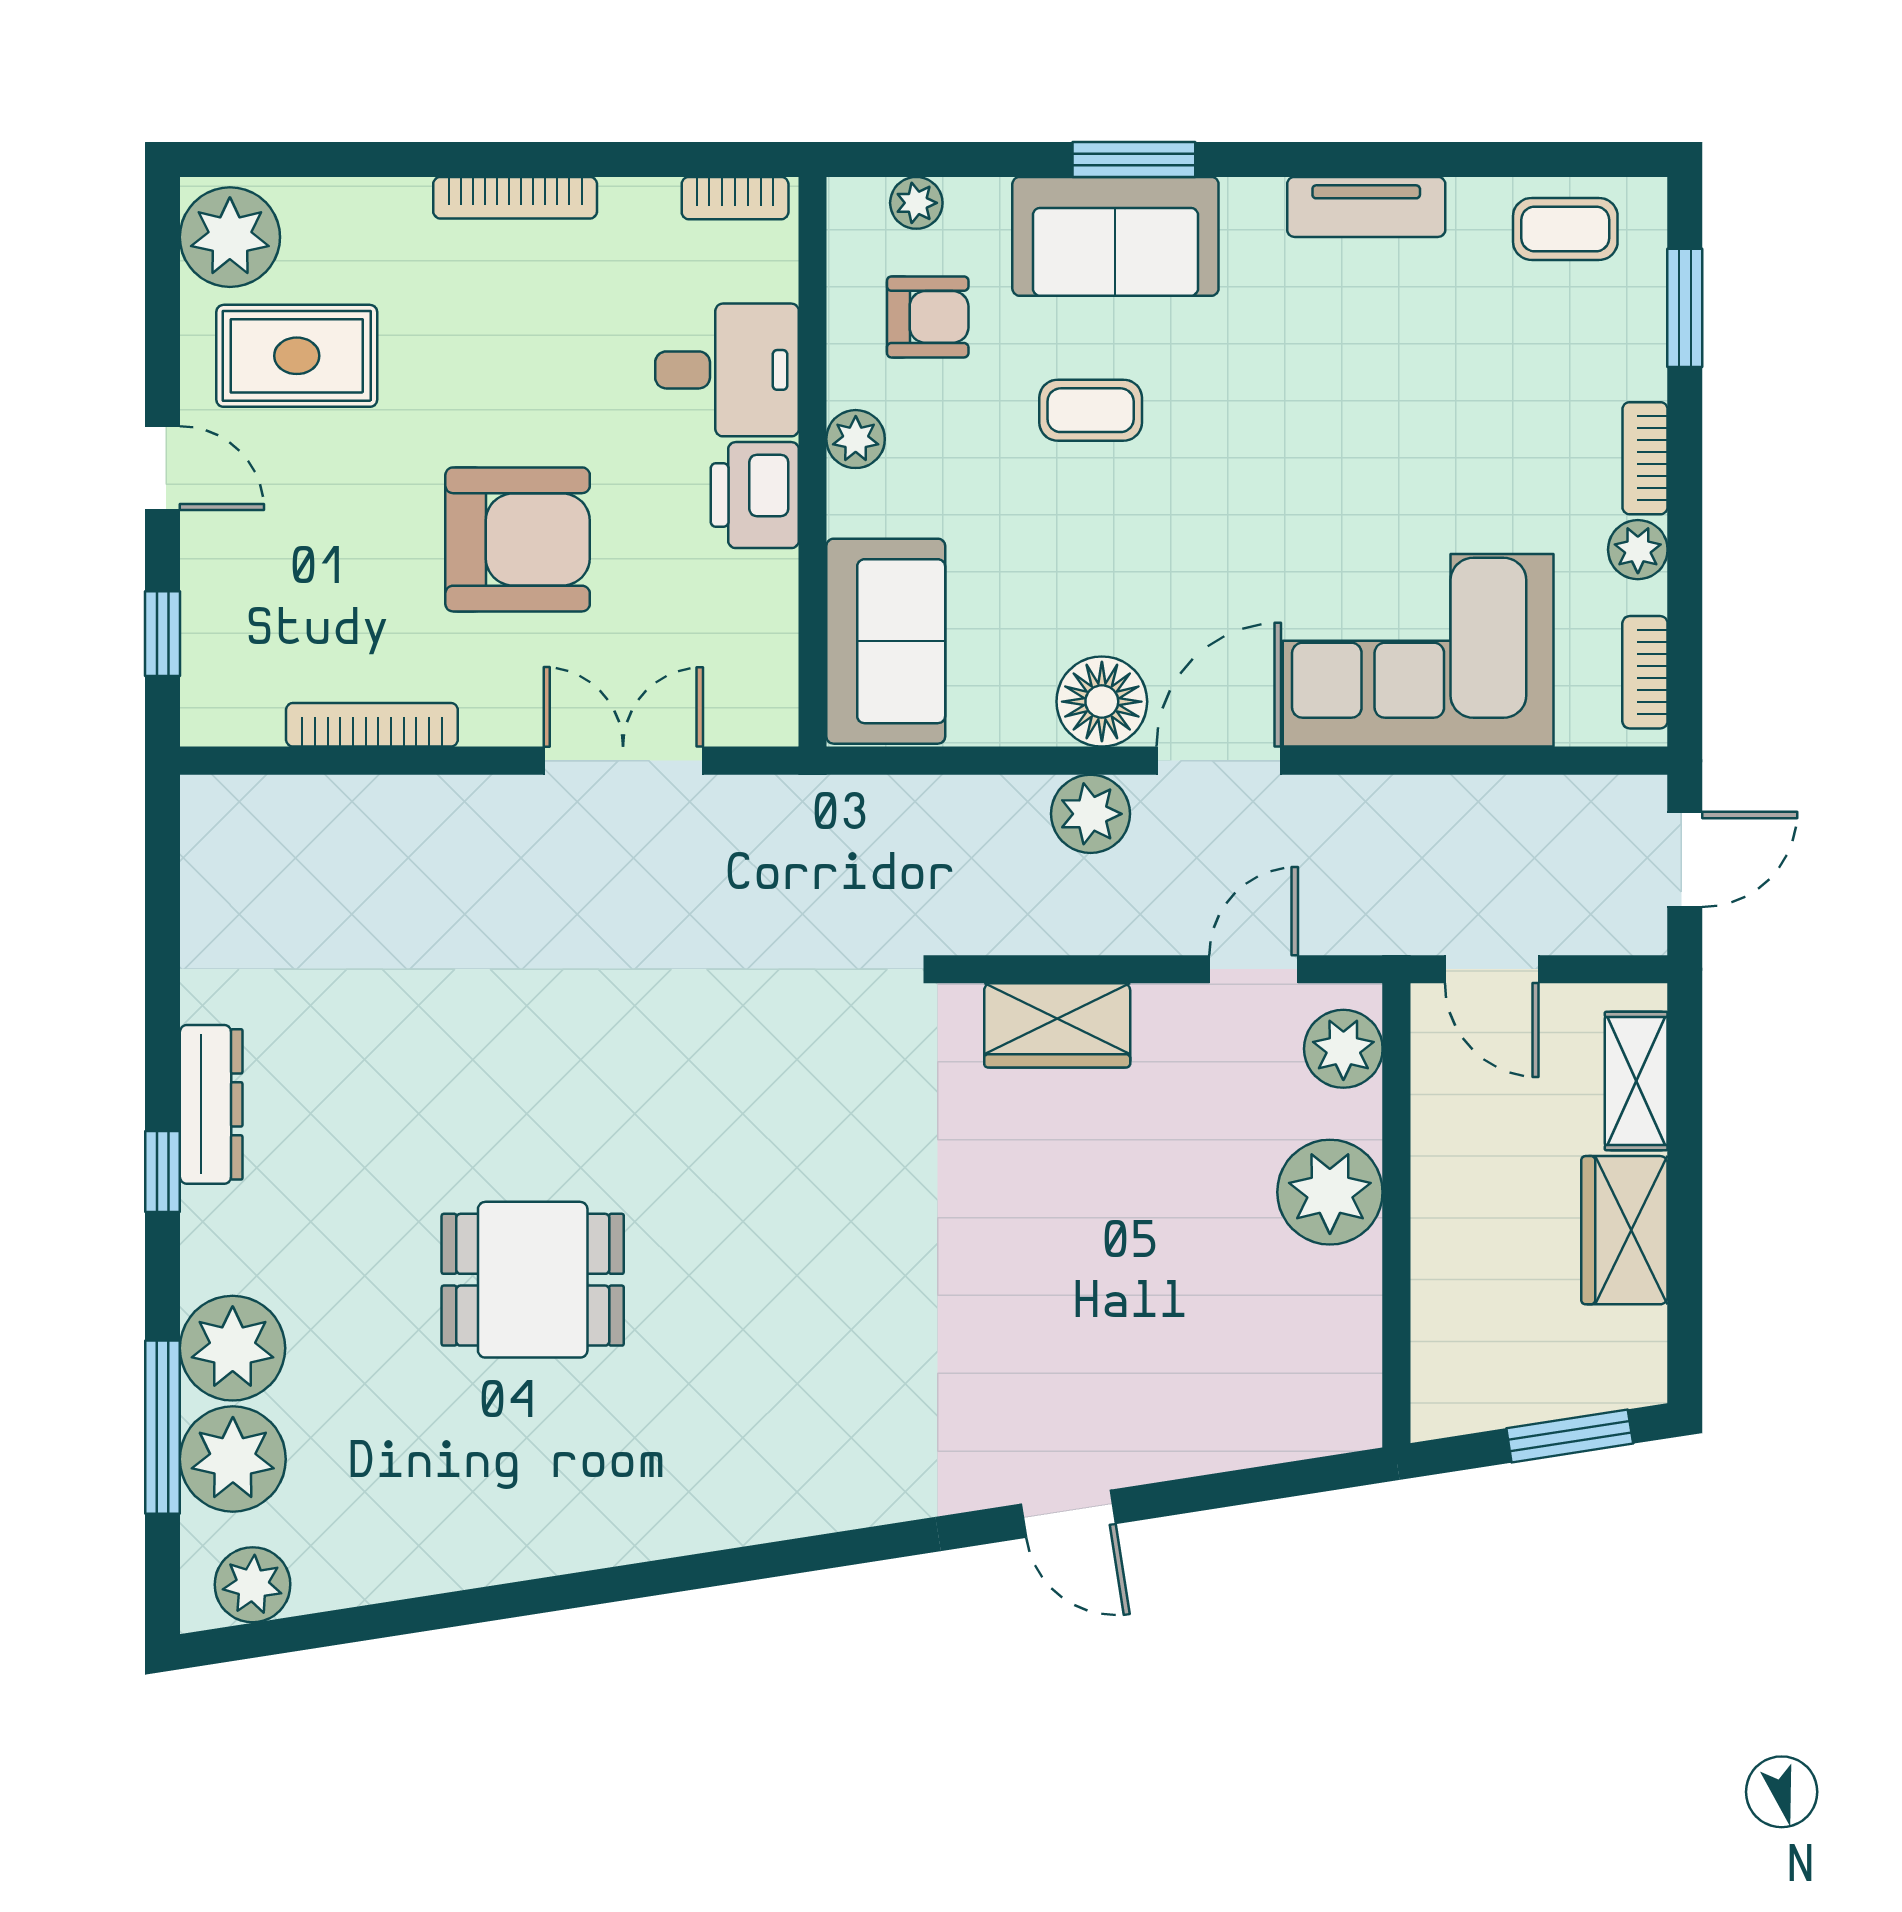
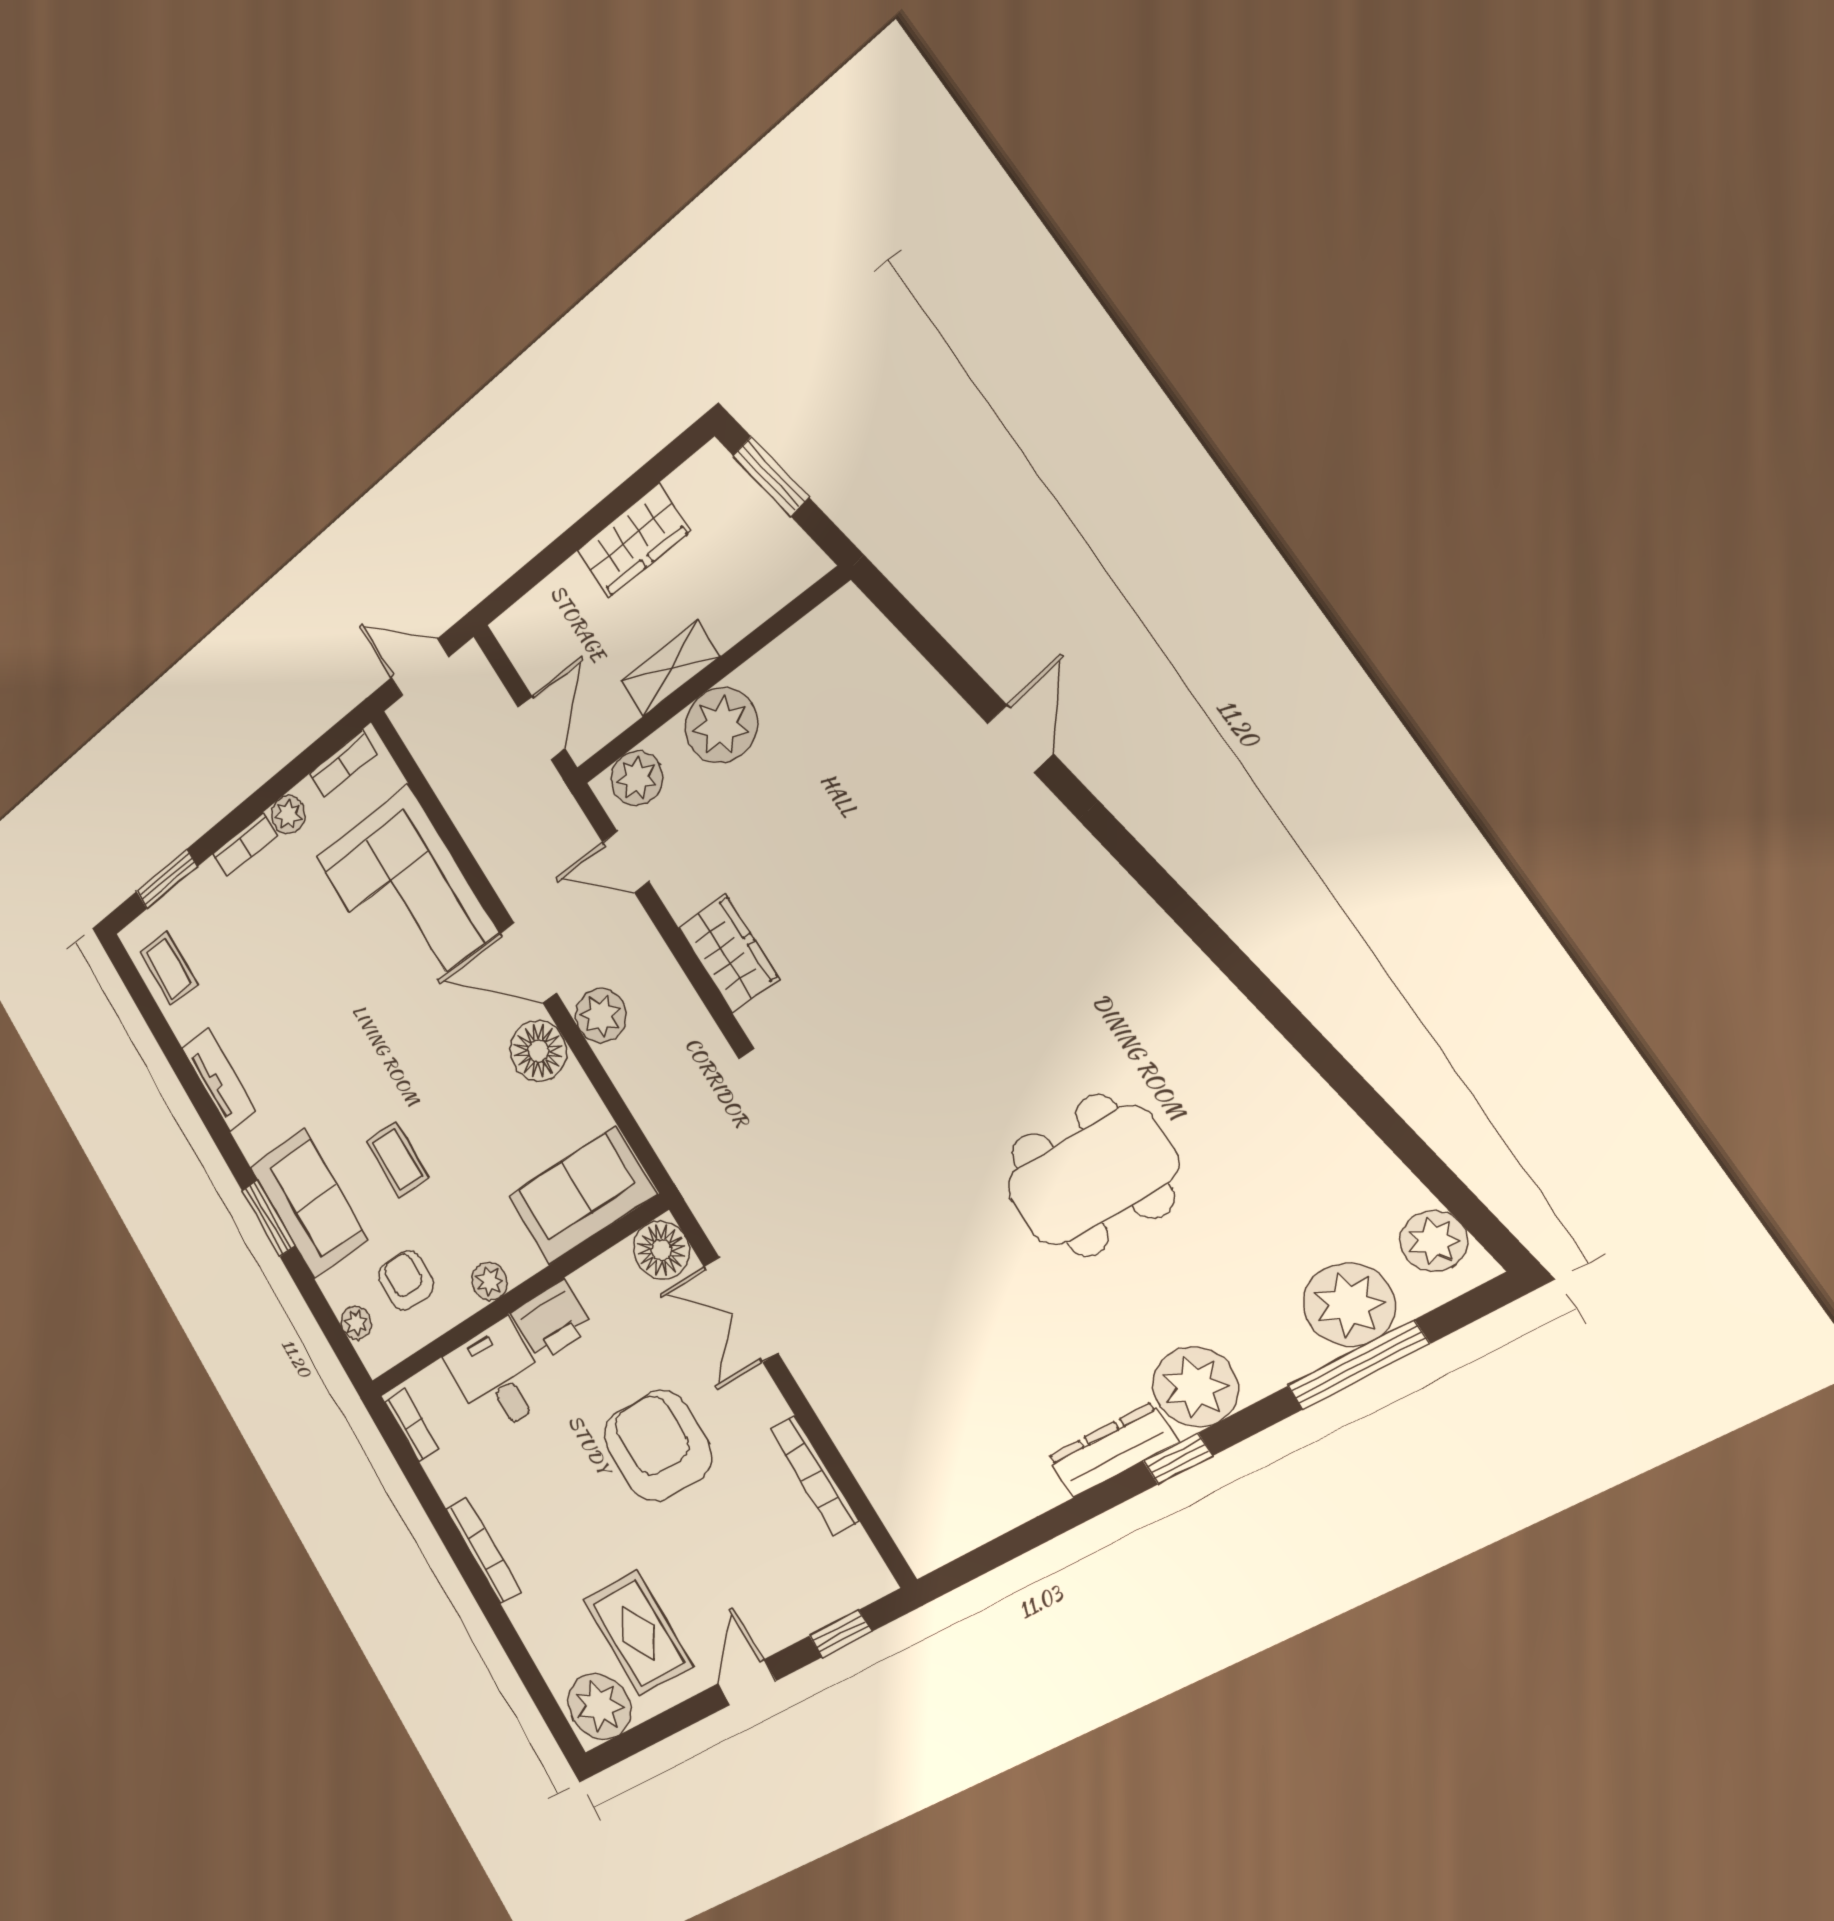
floor lamp: (756, 704) -> (661, 1250), added
shelving: (1636, 1081) -> (670, 669), moved
dining table: (533, 1280) -> (1092, 1176), width x1.38
plant: (233, 1348) -> (1196, 1387), moved

